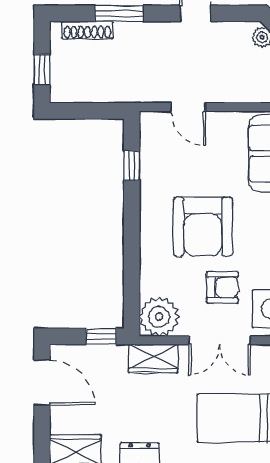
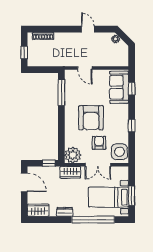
window: (119, 13) -> (56, 29), removed
window: (132, 166) -> (61, 92), width x2.17
armchair: (222, 287) -> (99, 143), turned -90

